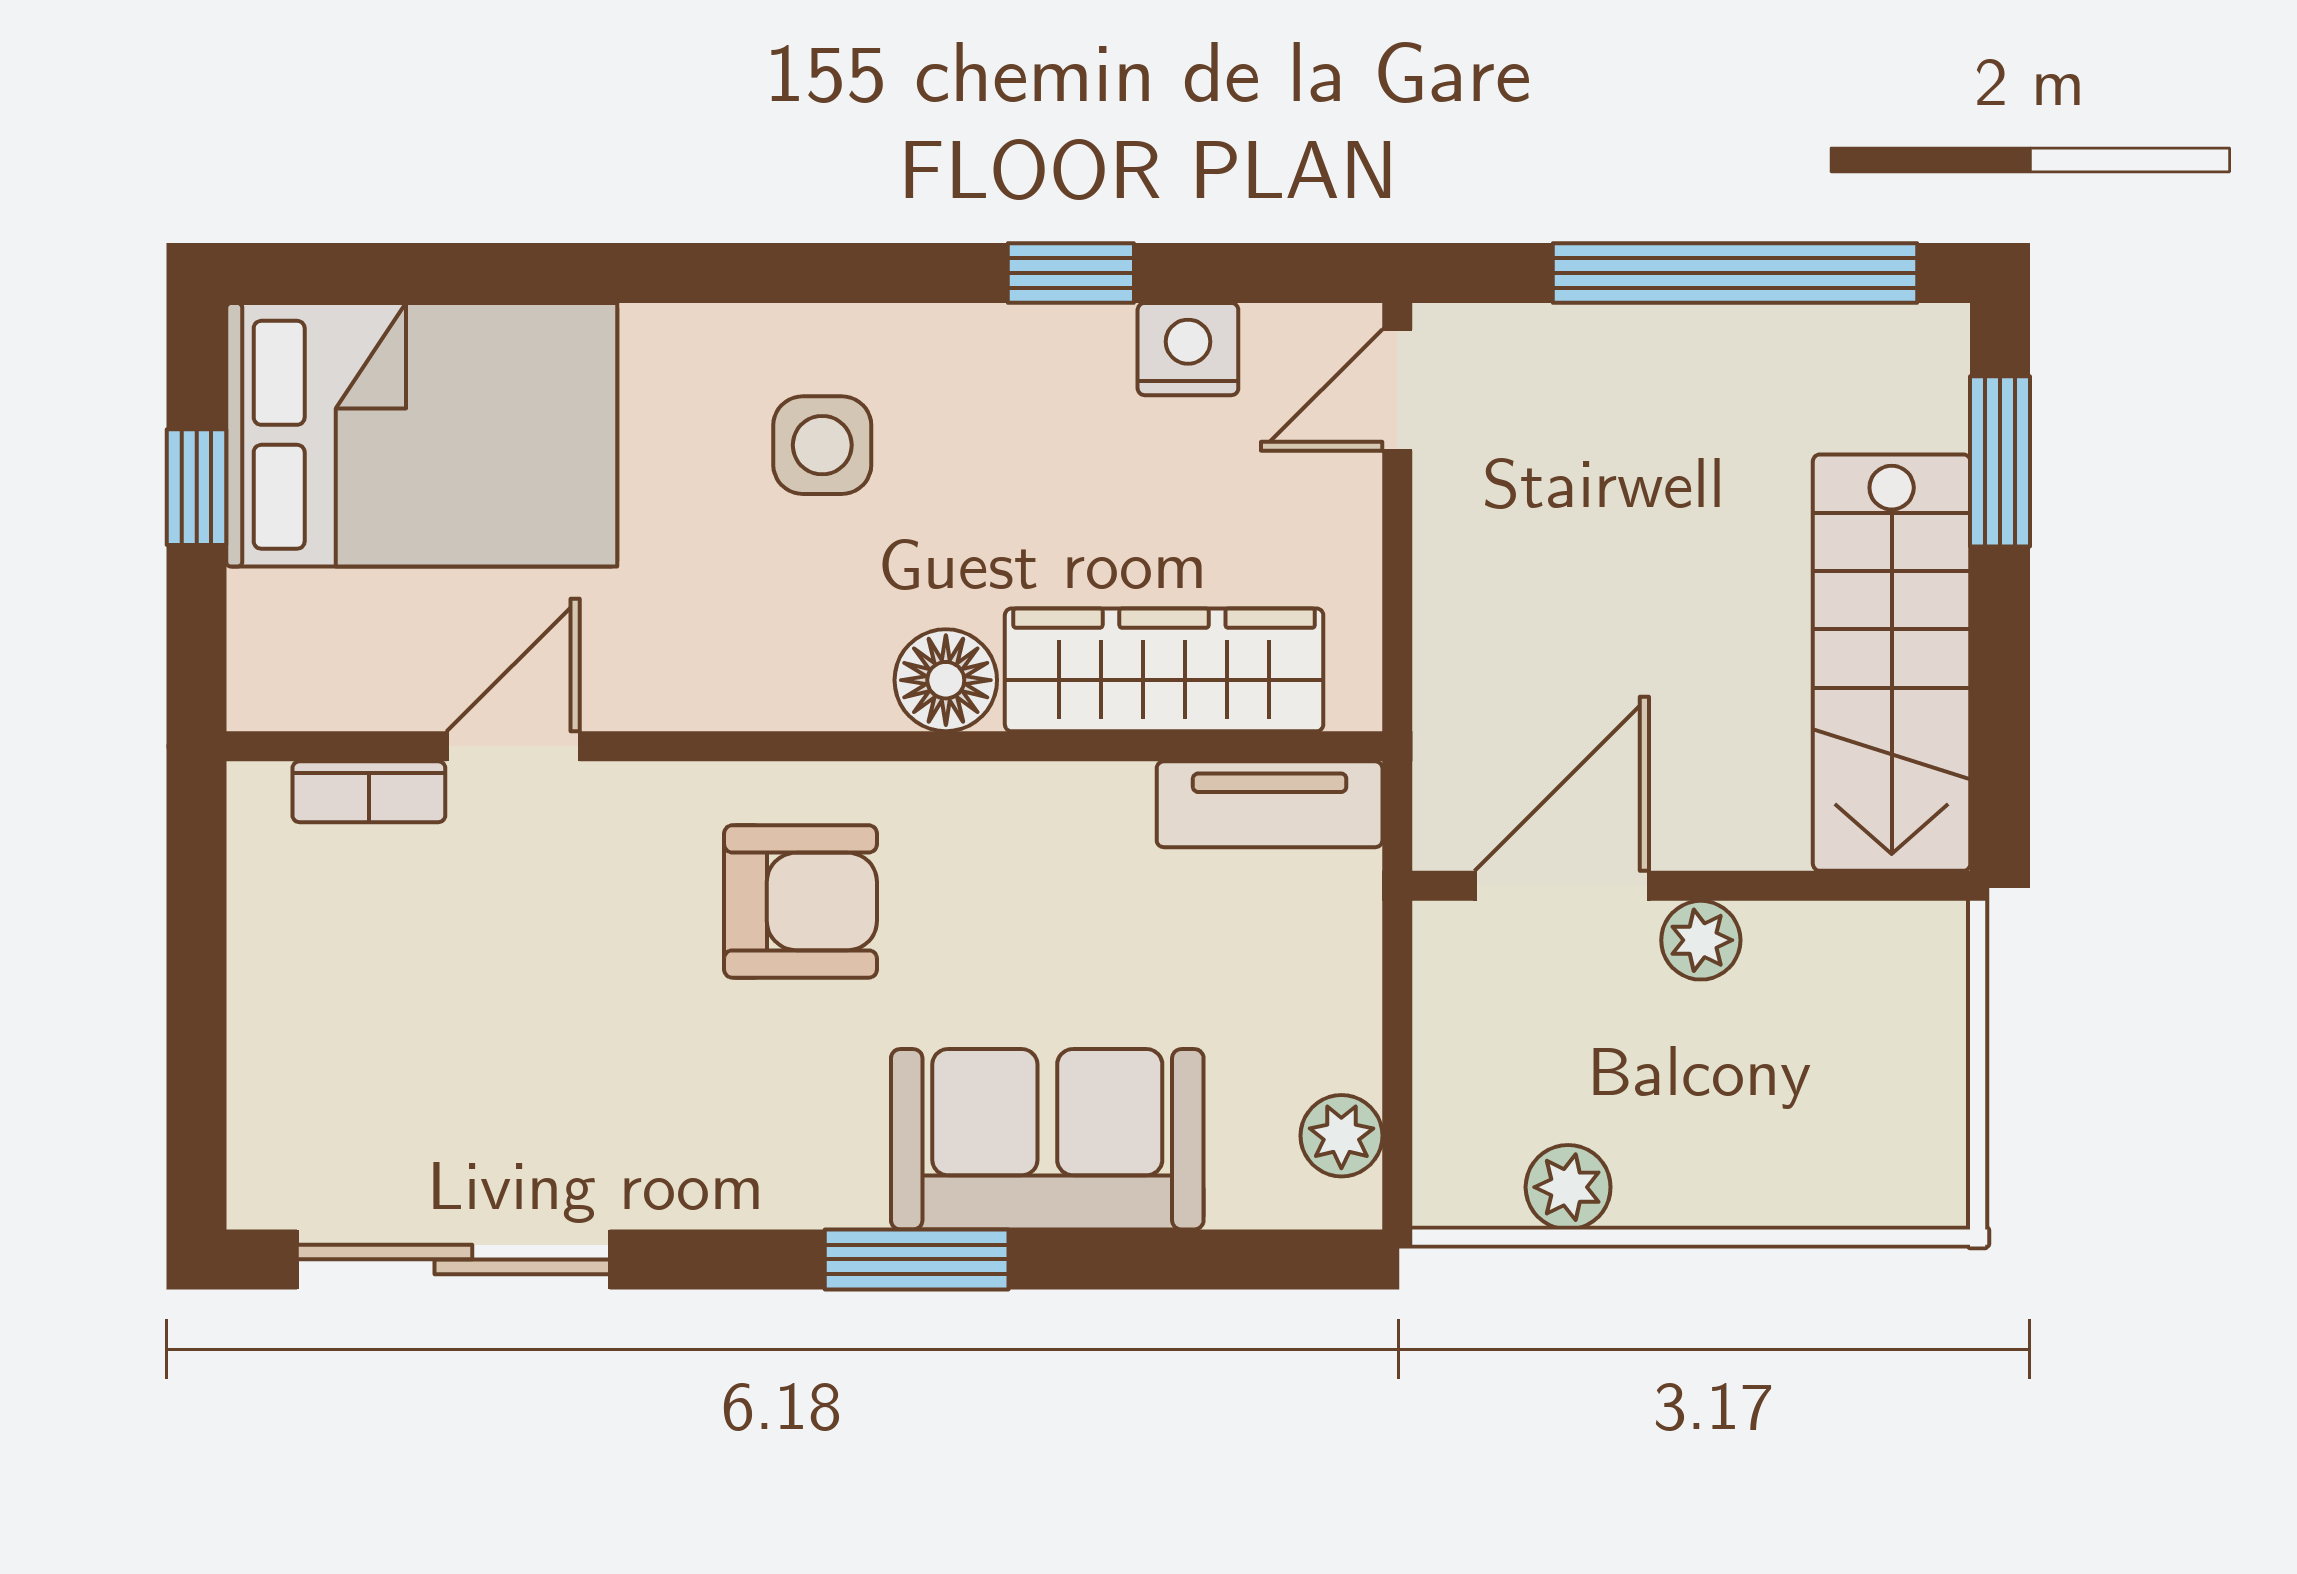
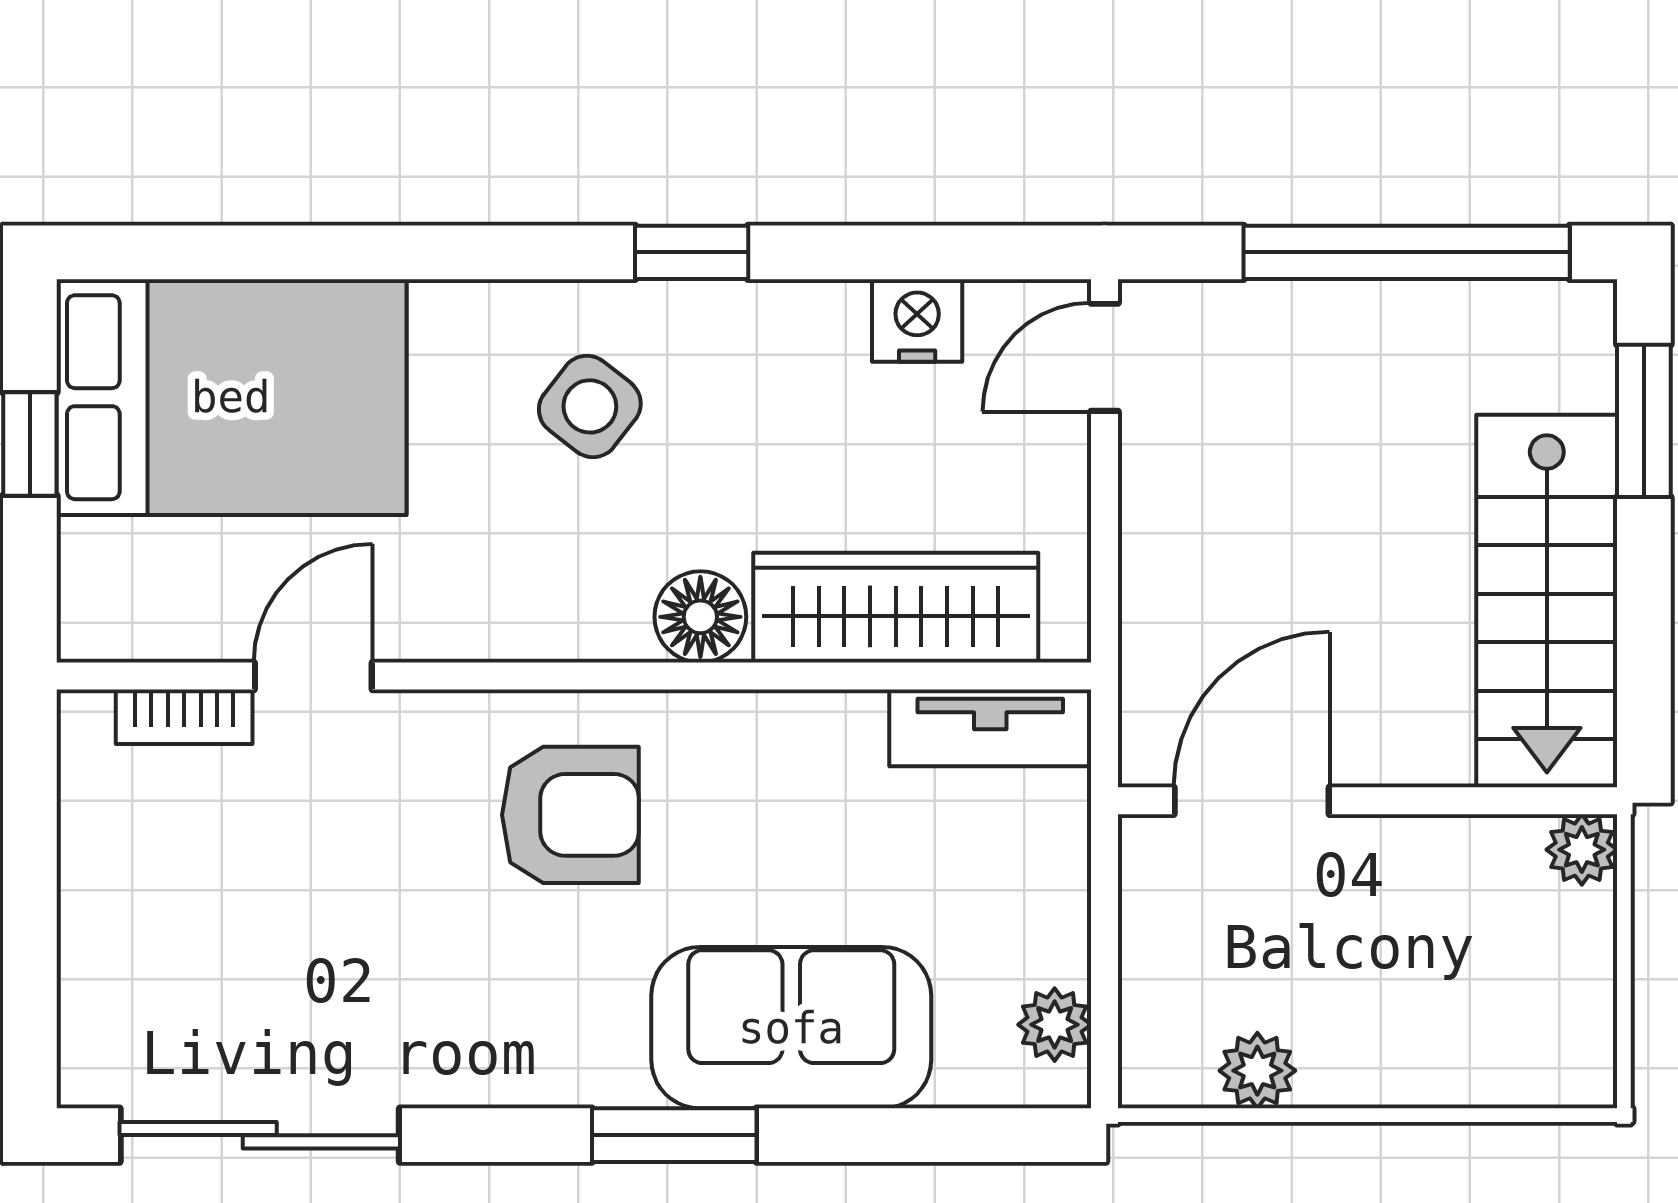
window: (1071, 273) -> (692, 252), moved
side table: (822, 445) -> (590, 406), turned 38
plant: (1701, 940) -> (1582, 850), moved

